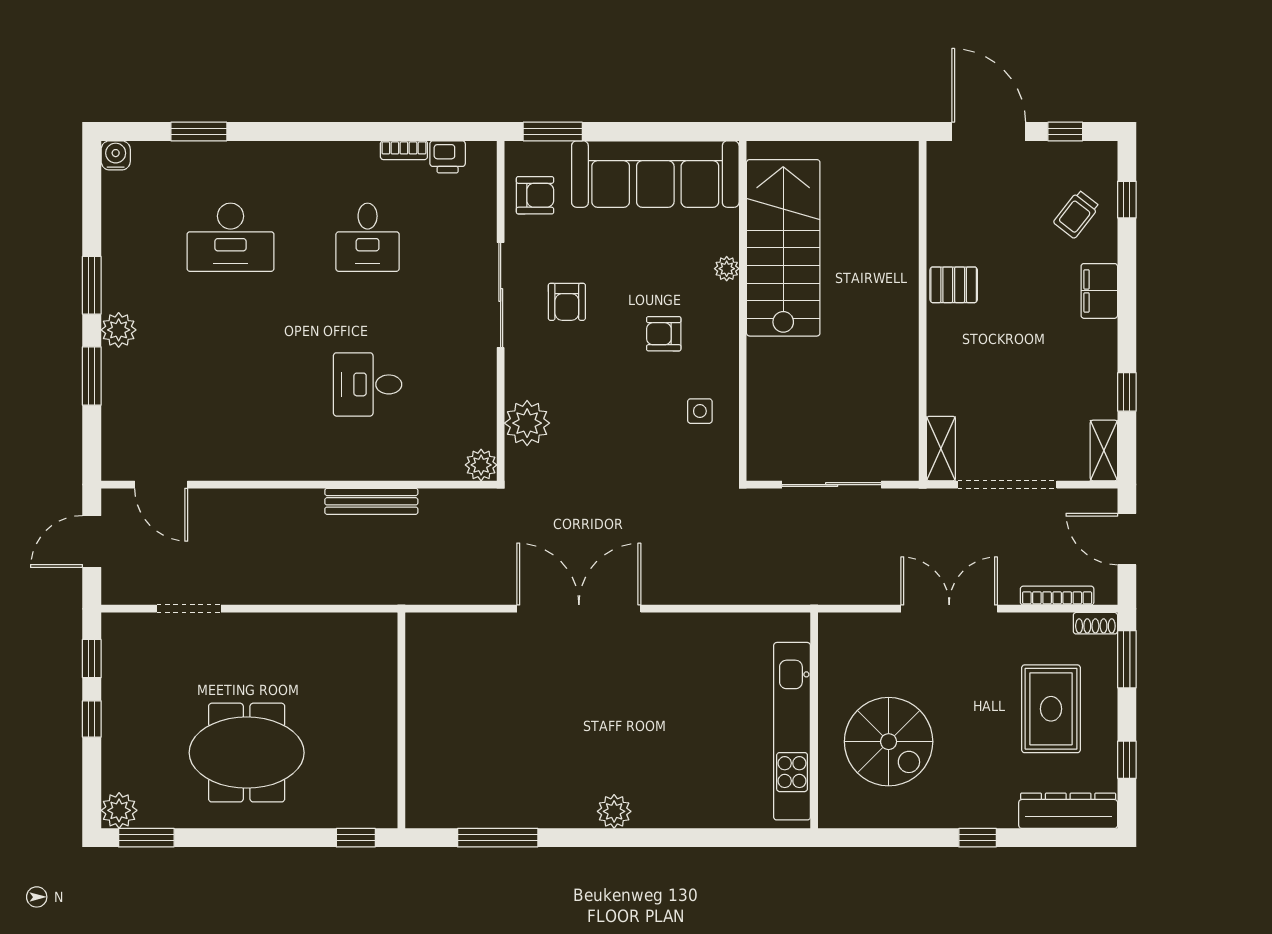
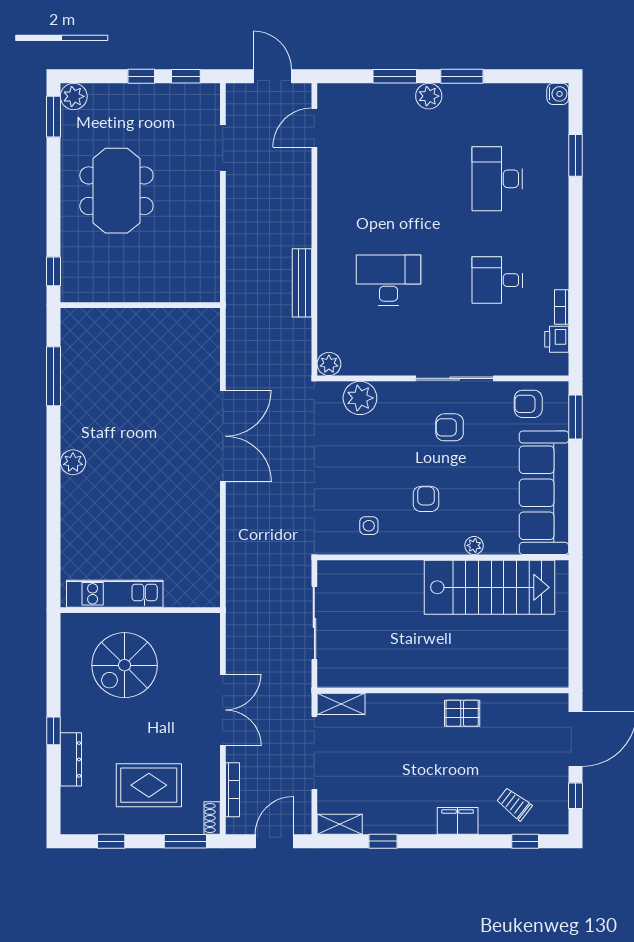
armchair: (535, 195) -> (528, 404), turned 90
pallet: (954, 285) -> (462, 713), turned 90
desk: (368, 384) -> (388, 280), width x1.37
kitchen unit: (792, 731) -> (115, 594), width x0.73
dresser: (1068, 811) -> (71, 759), moved, width x0.73, depth x0.80

